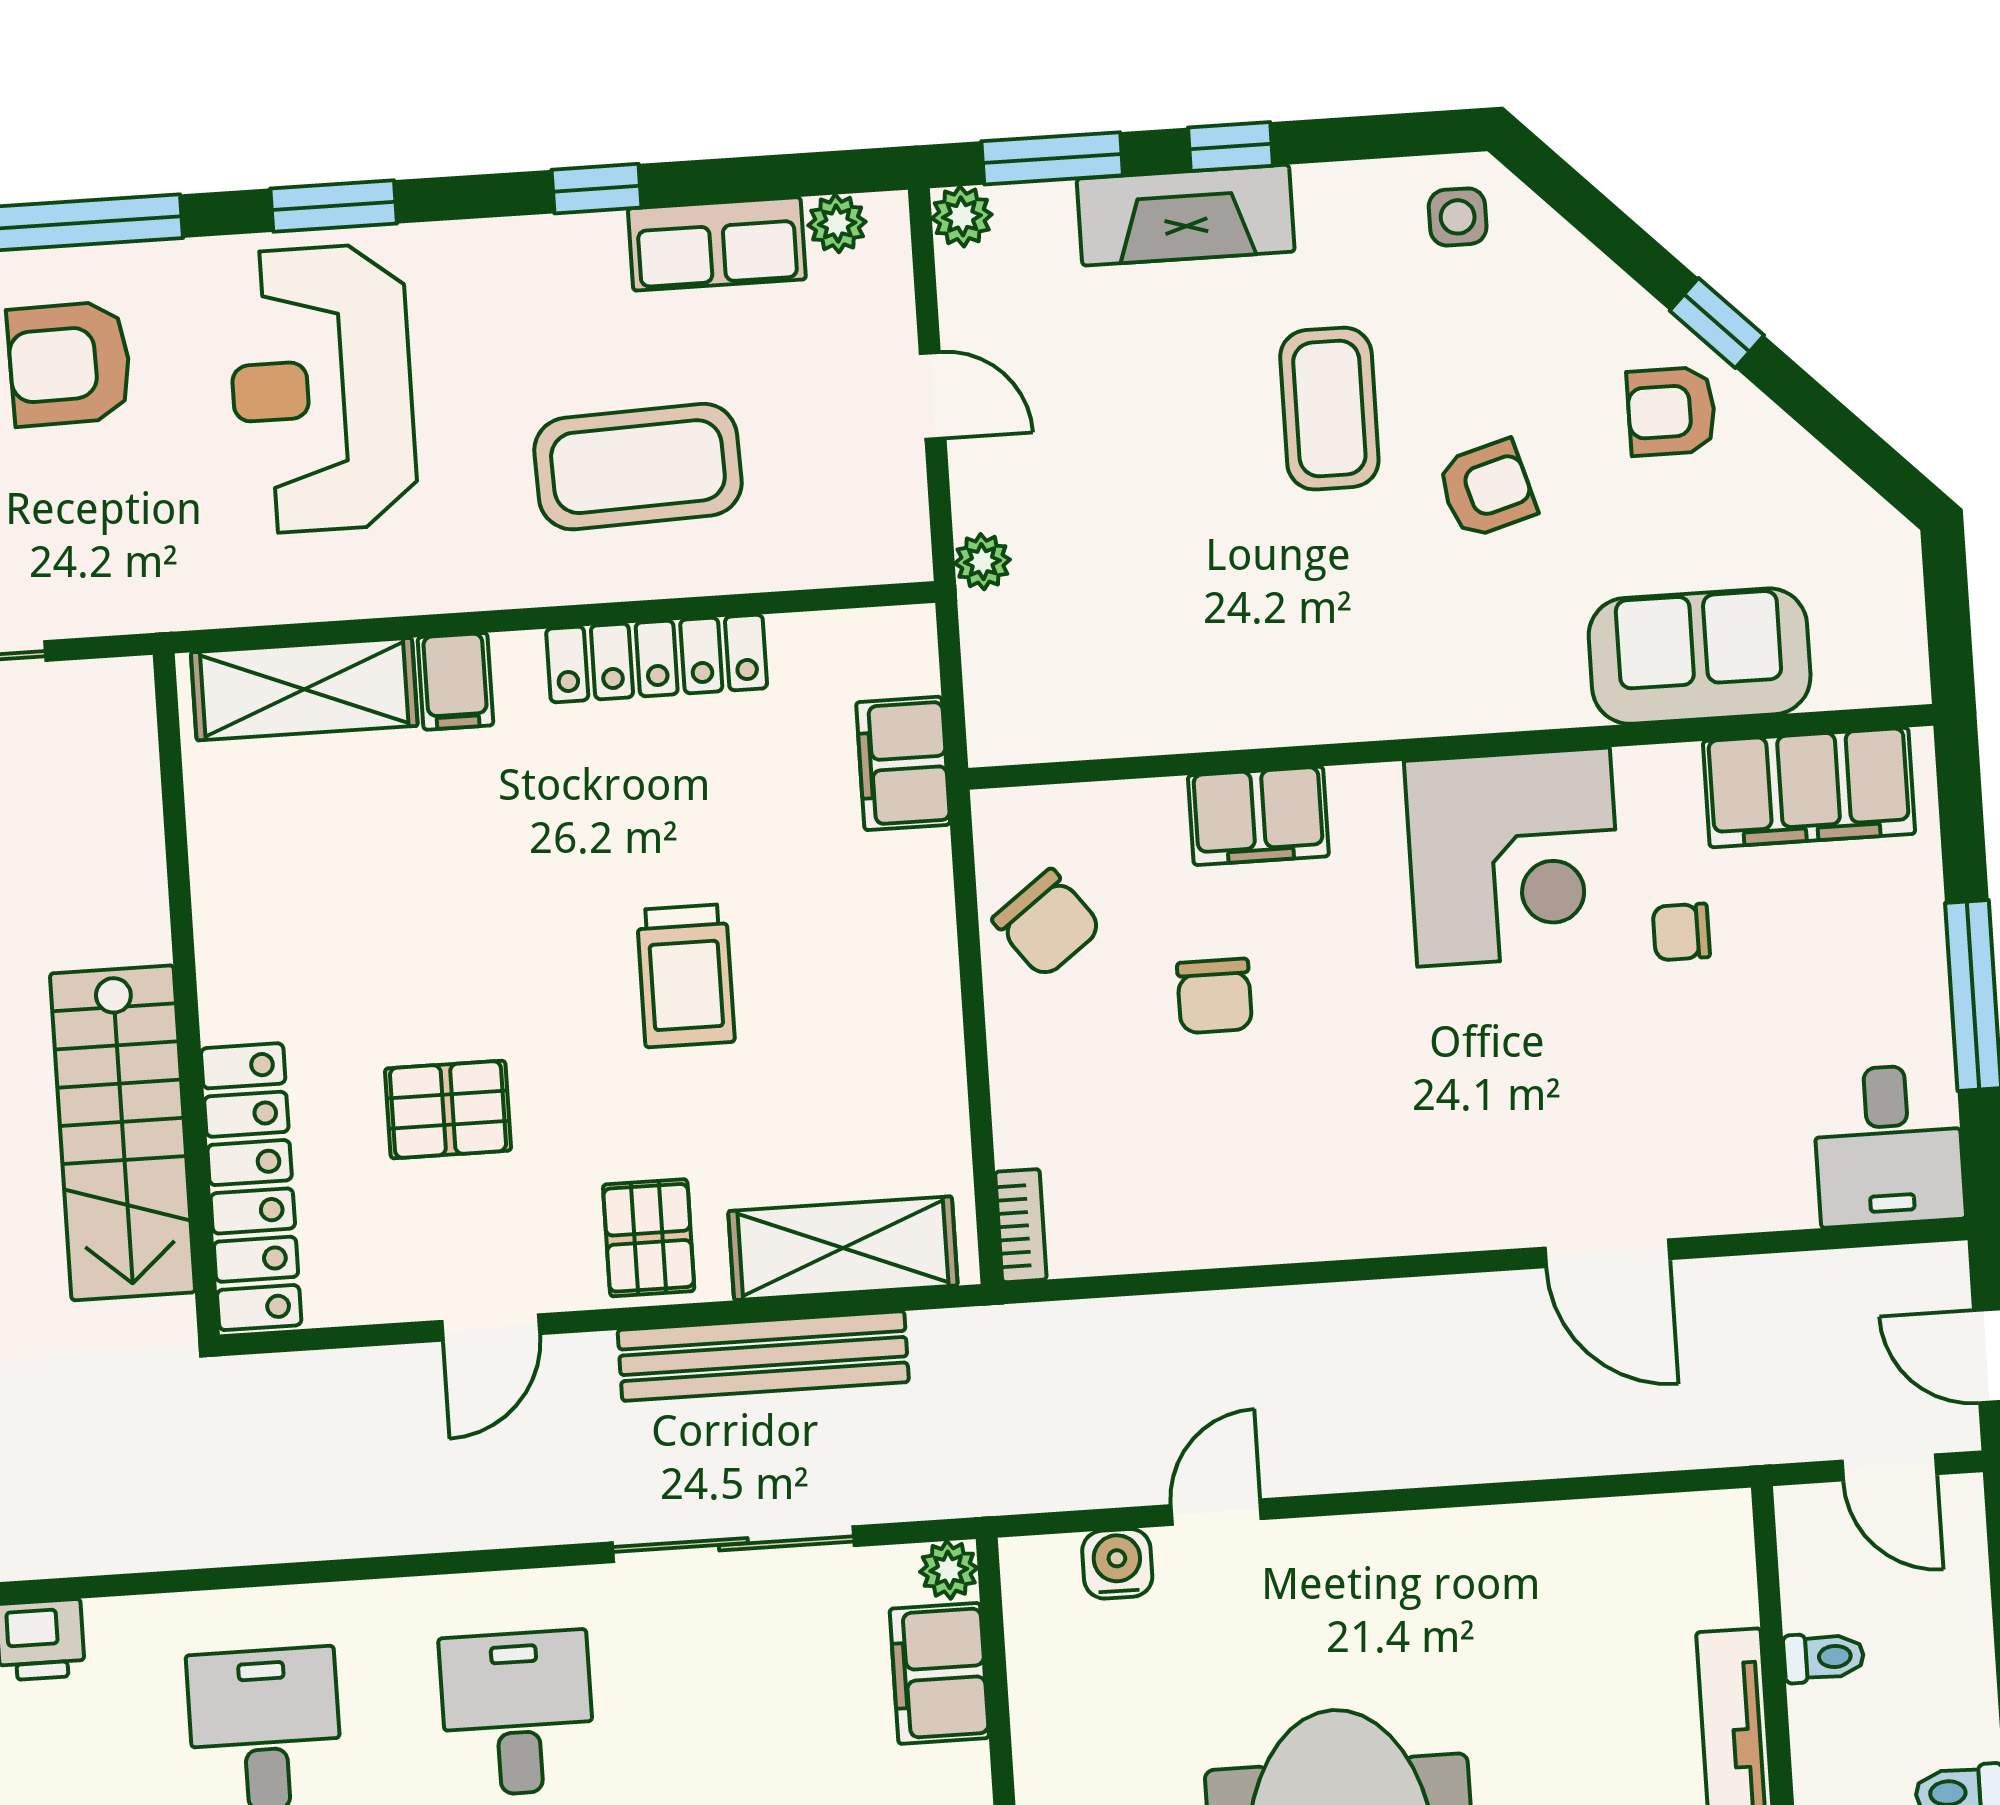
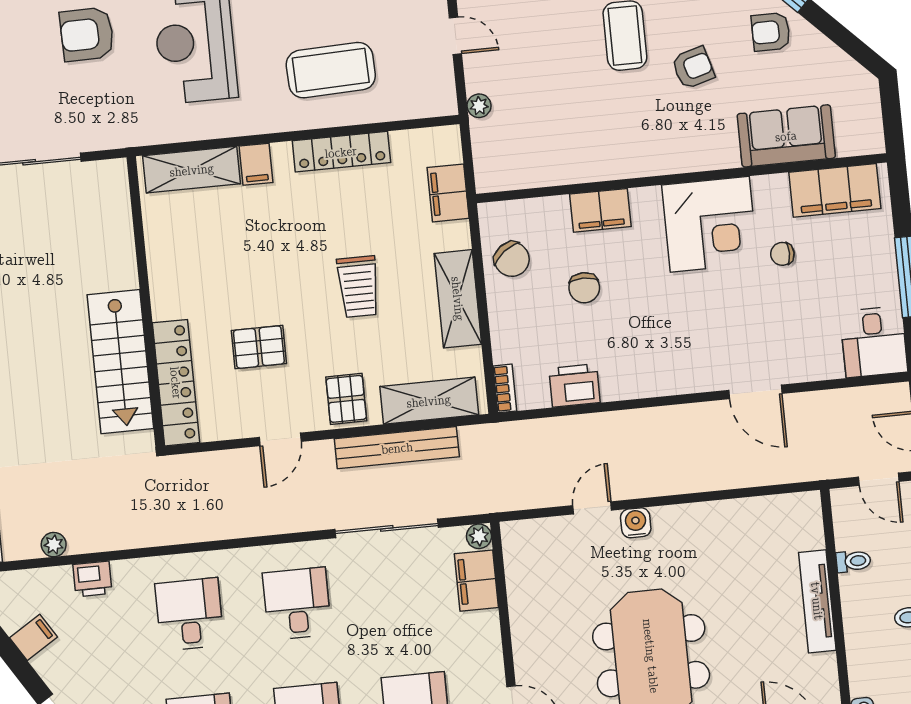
shelving: (918, 1012) -> (458, 299), added
printer: (1184, 1224) -> (574, 385), added
water cooler: (1117, 1564) -> (636, 523), moved

